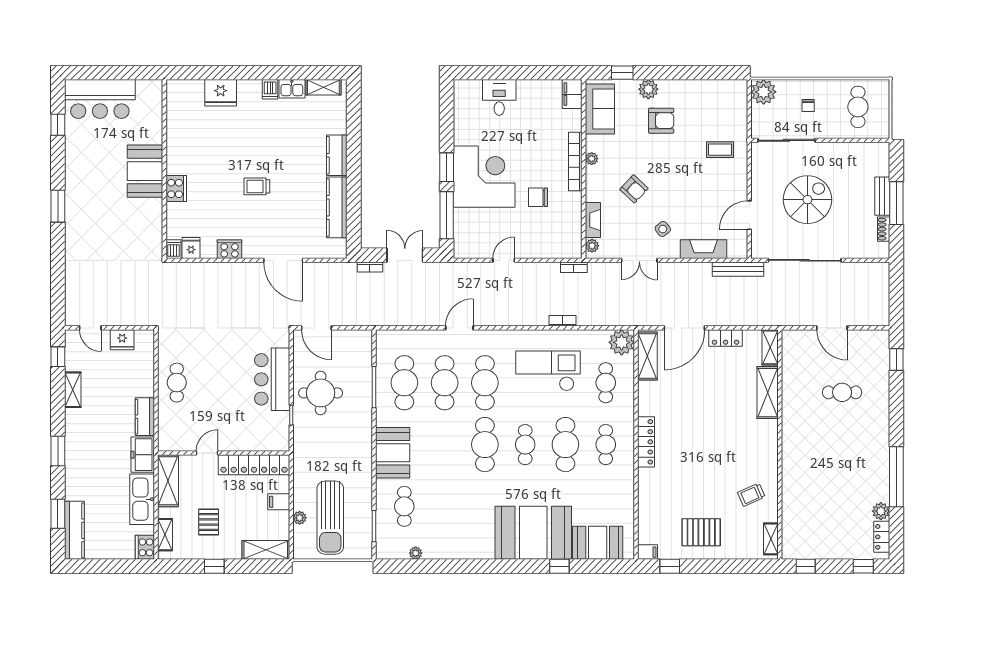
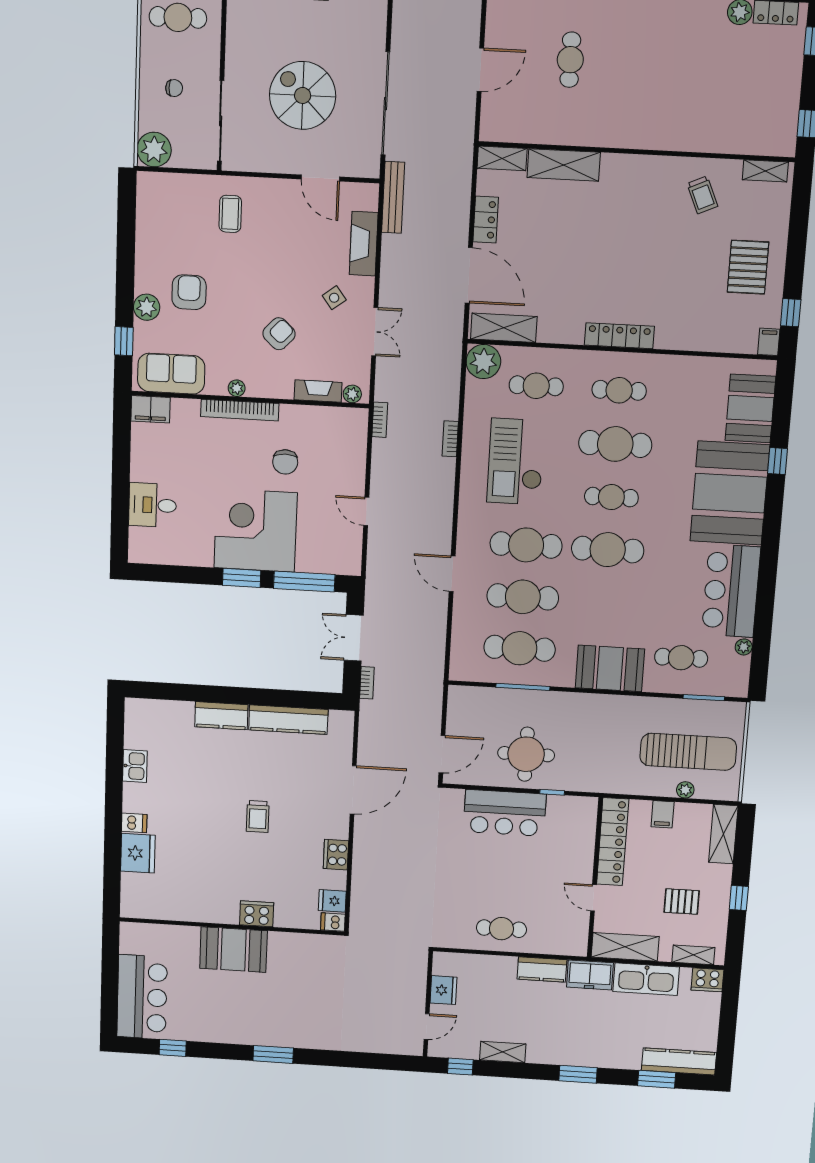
shelving: (323, 87) -> (134, 727), removed
dishwasher: (270, 89) -> (134, 823), moved
bar counter: (459, 540) -> (731, 591), added

